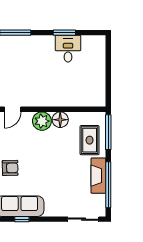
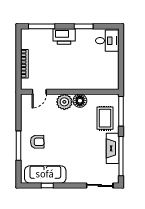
printer: (42, 44) -> (64, 36), added
desk: (68, 49) -> (107, 41), moved, turned 90

